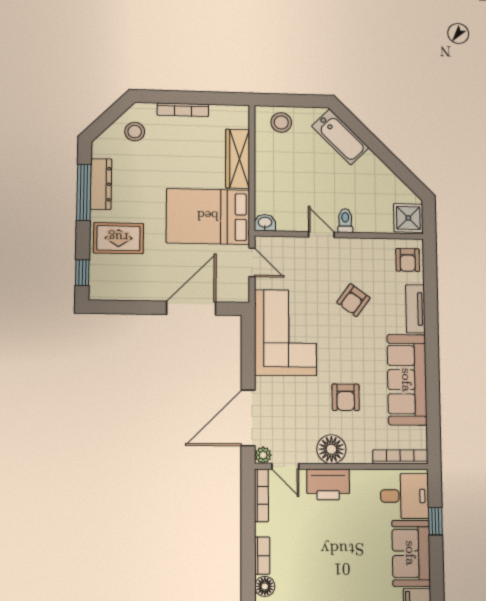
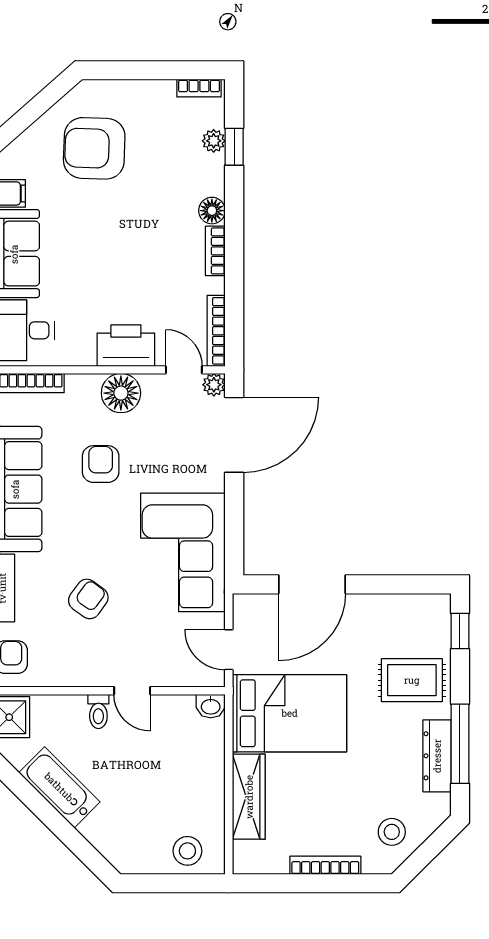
bathtub: (340, 137) -> (59, 787), moved

